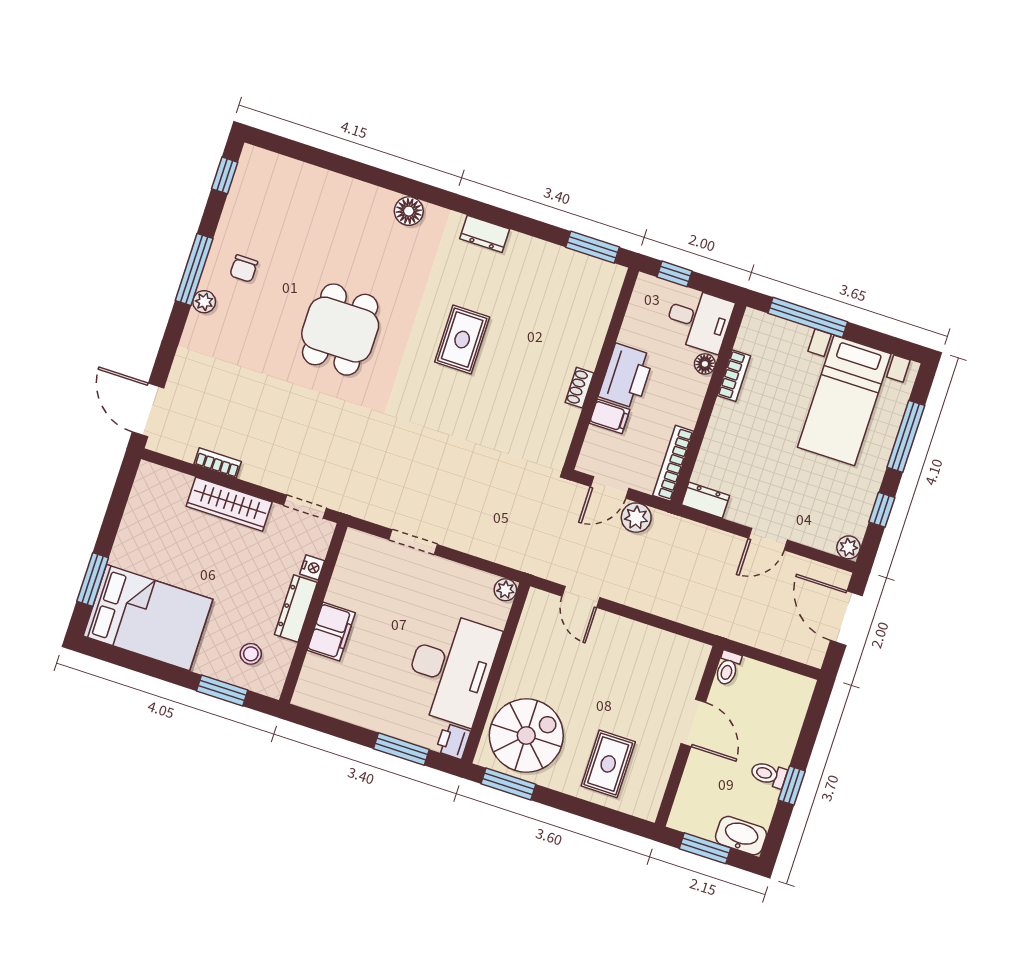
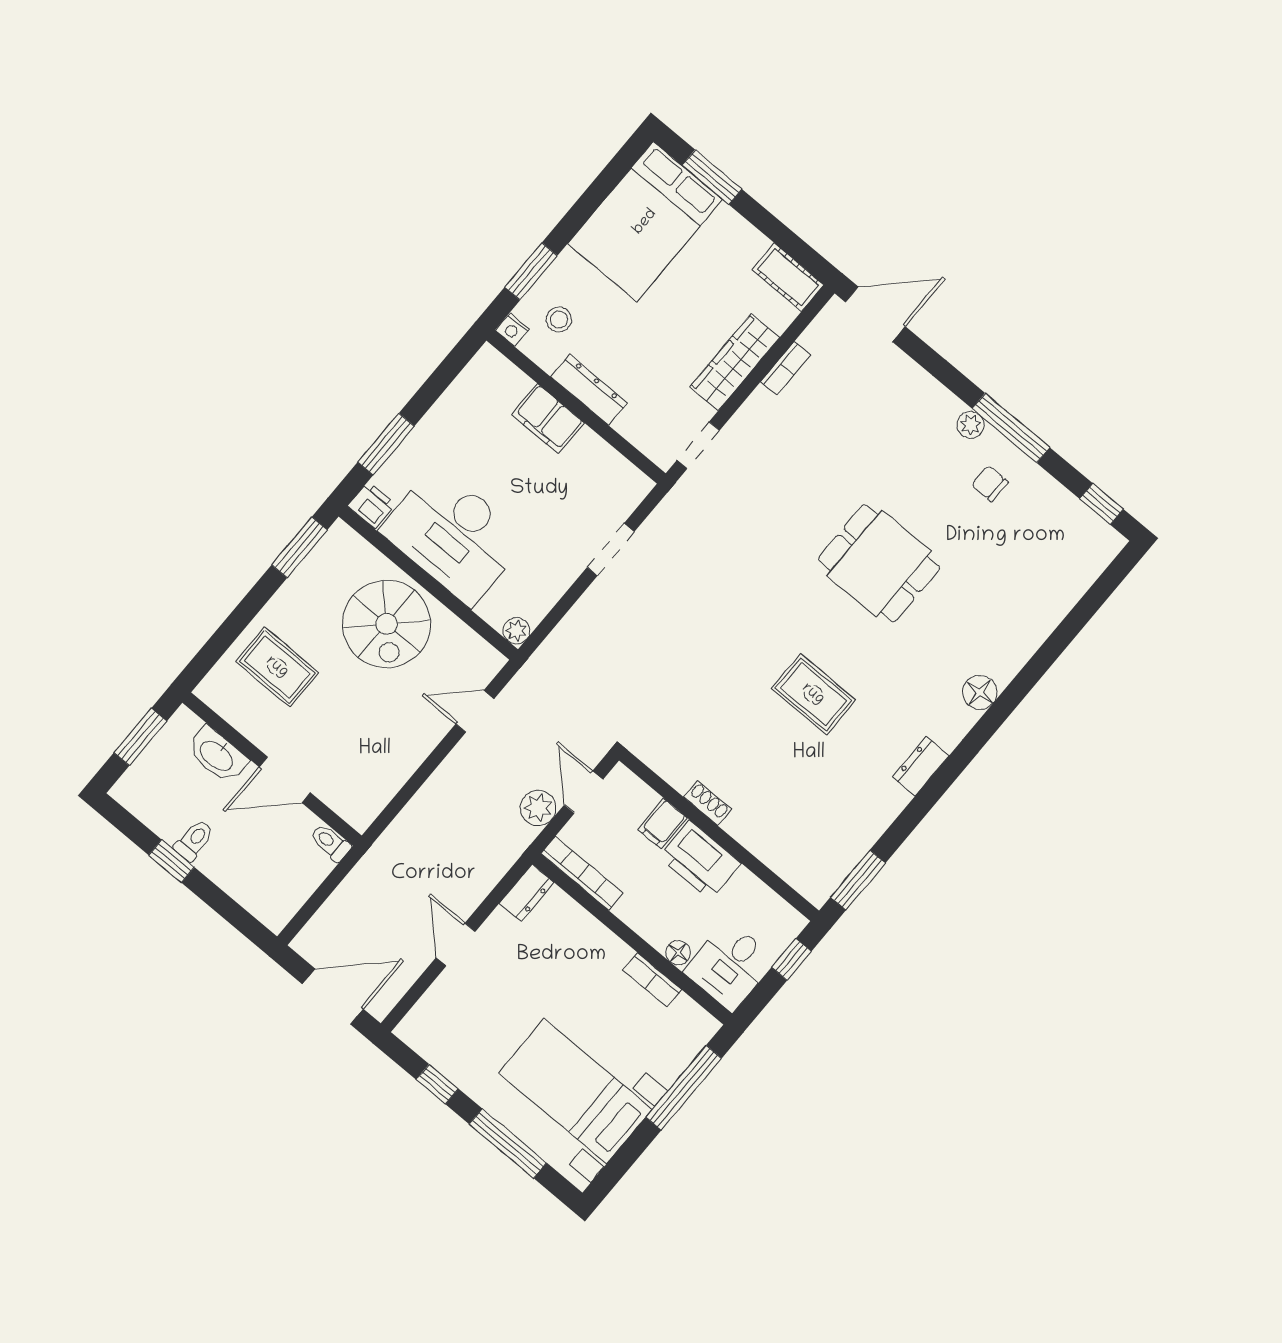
cot: (147, 489) -> (788, 277), added
plant: (849, 547) -> (410, 1030), removed
nightstand: (312, 567) -> (512, 330), moved
spiral stairs: (526, 736) -> (387, 624), moved
washbasin: (741, 836) -> (217, 755), moved, turned 90

